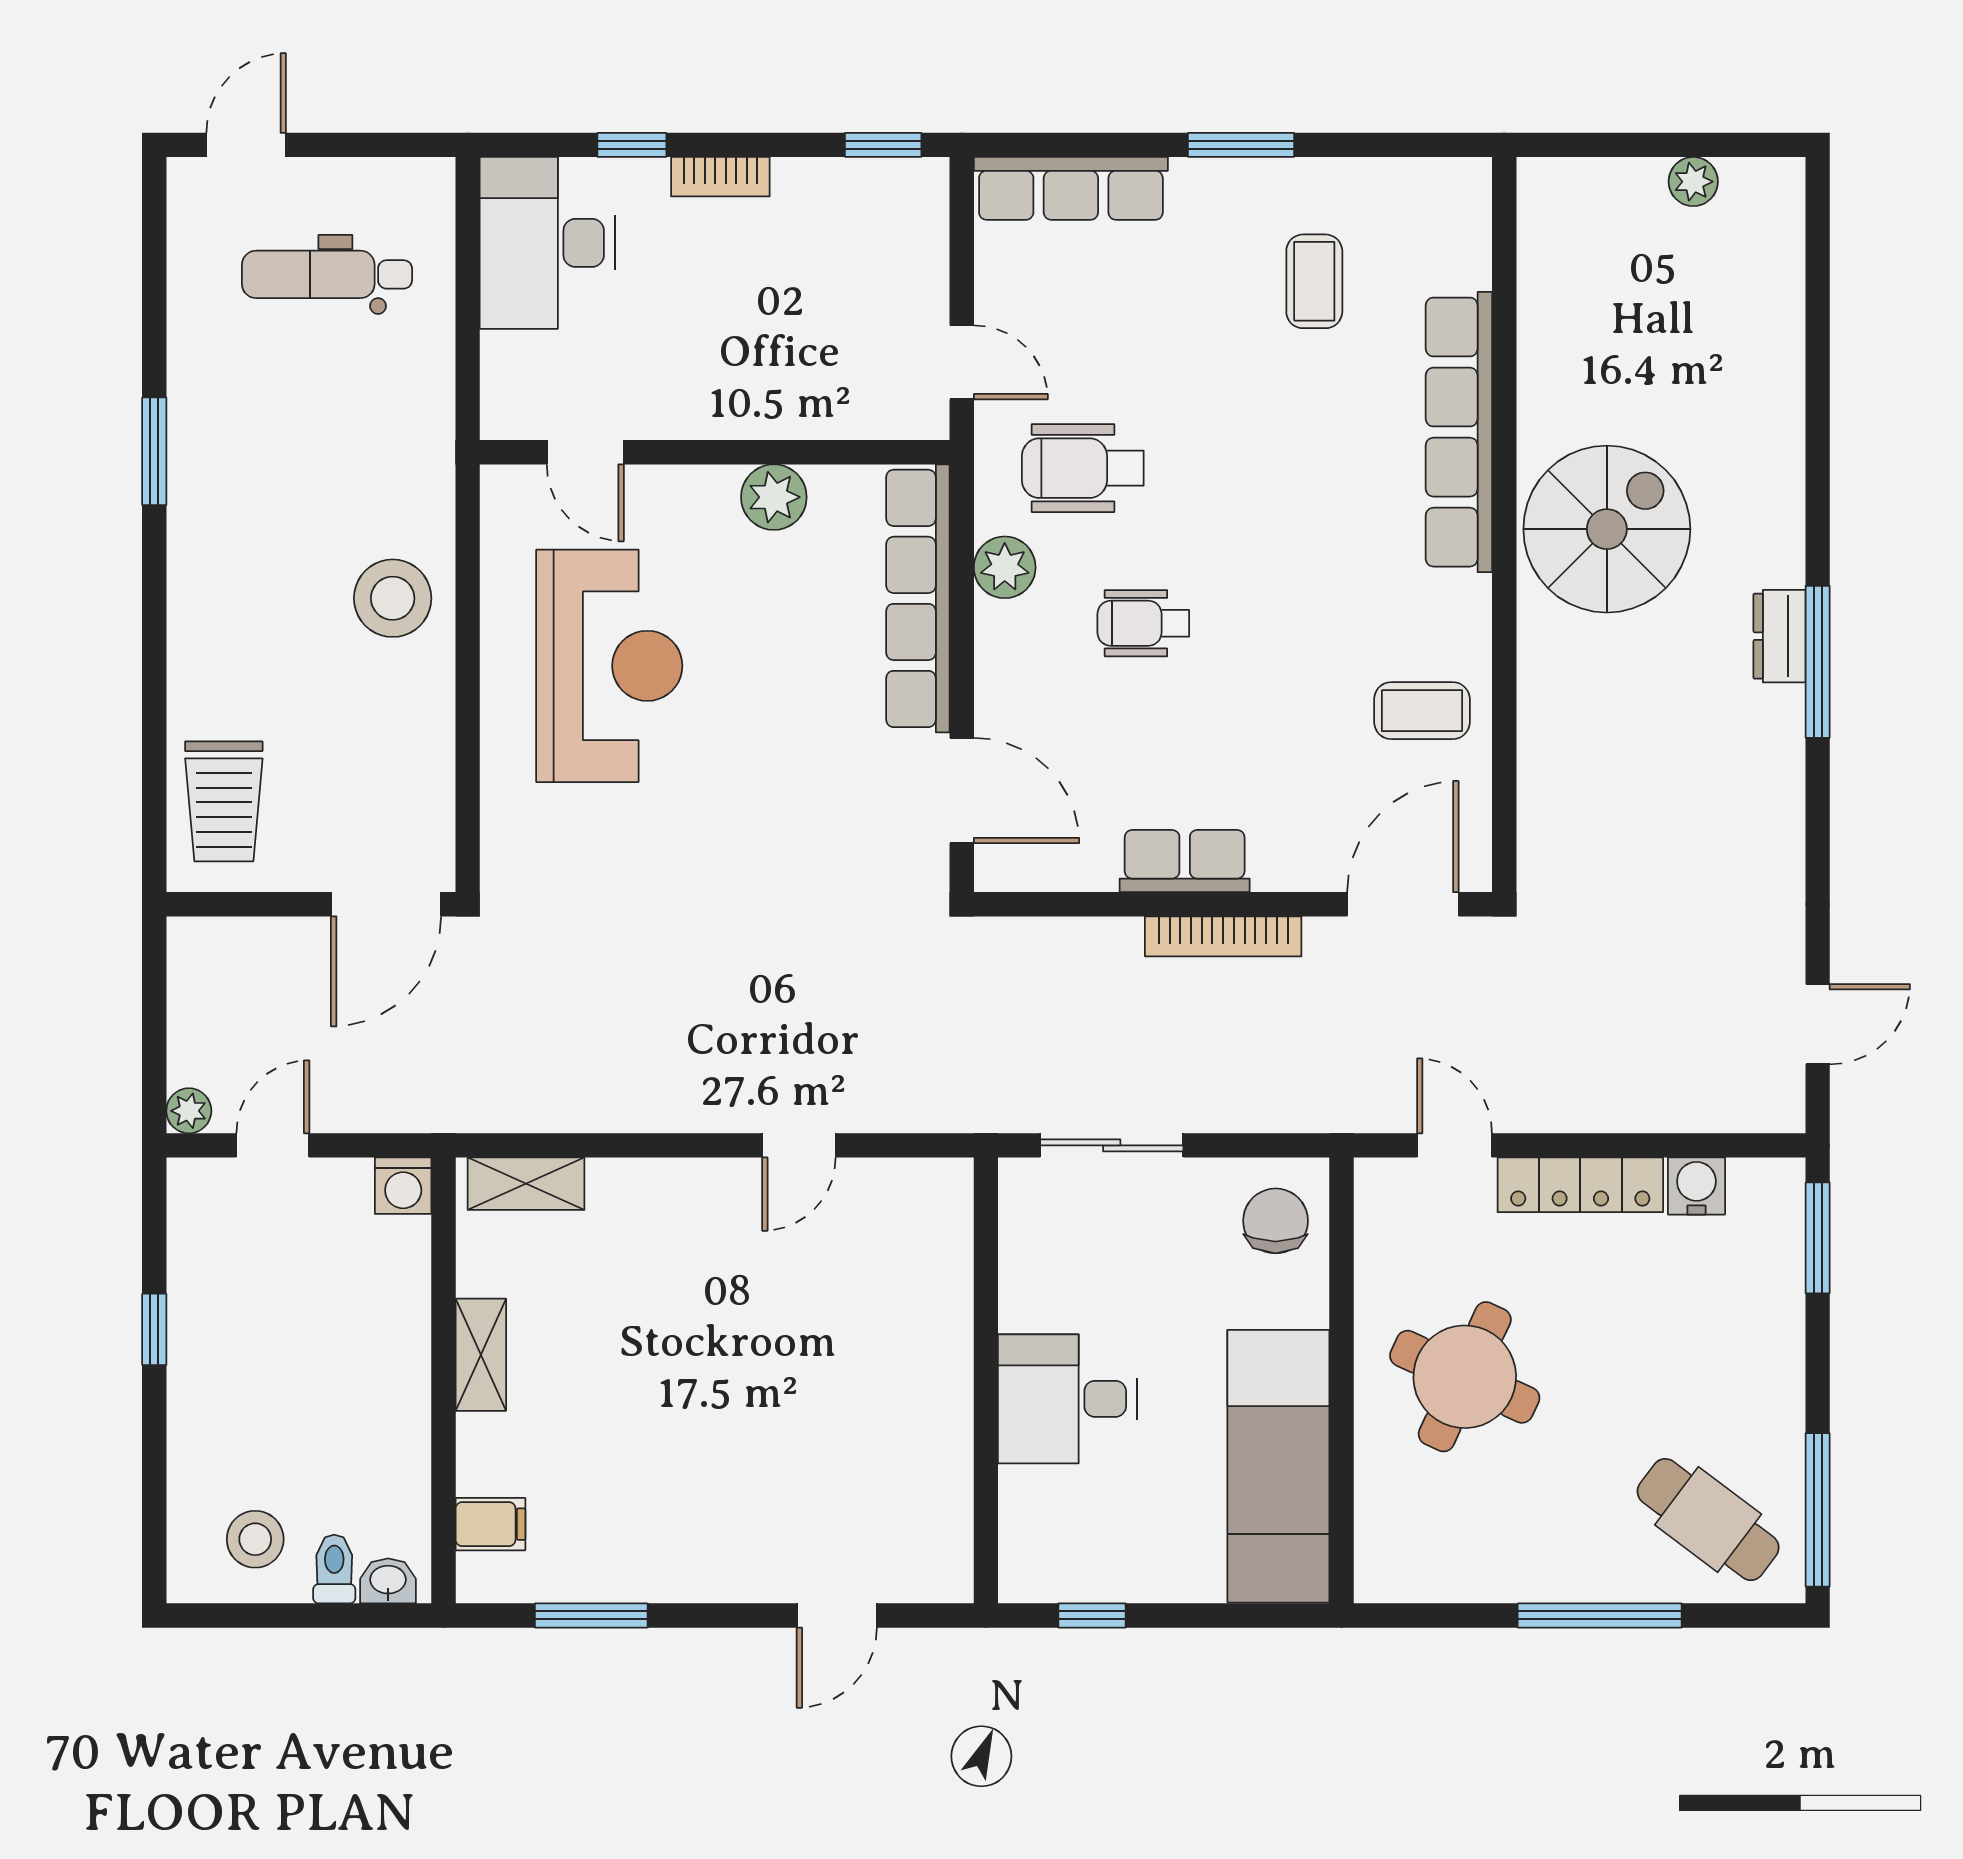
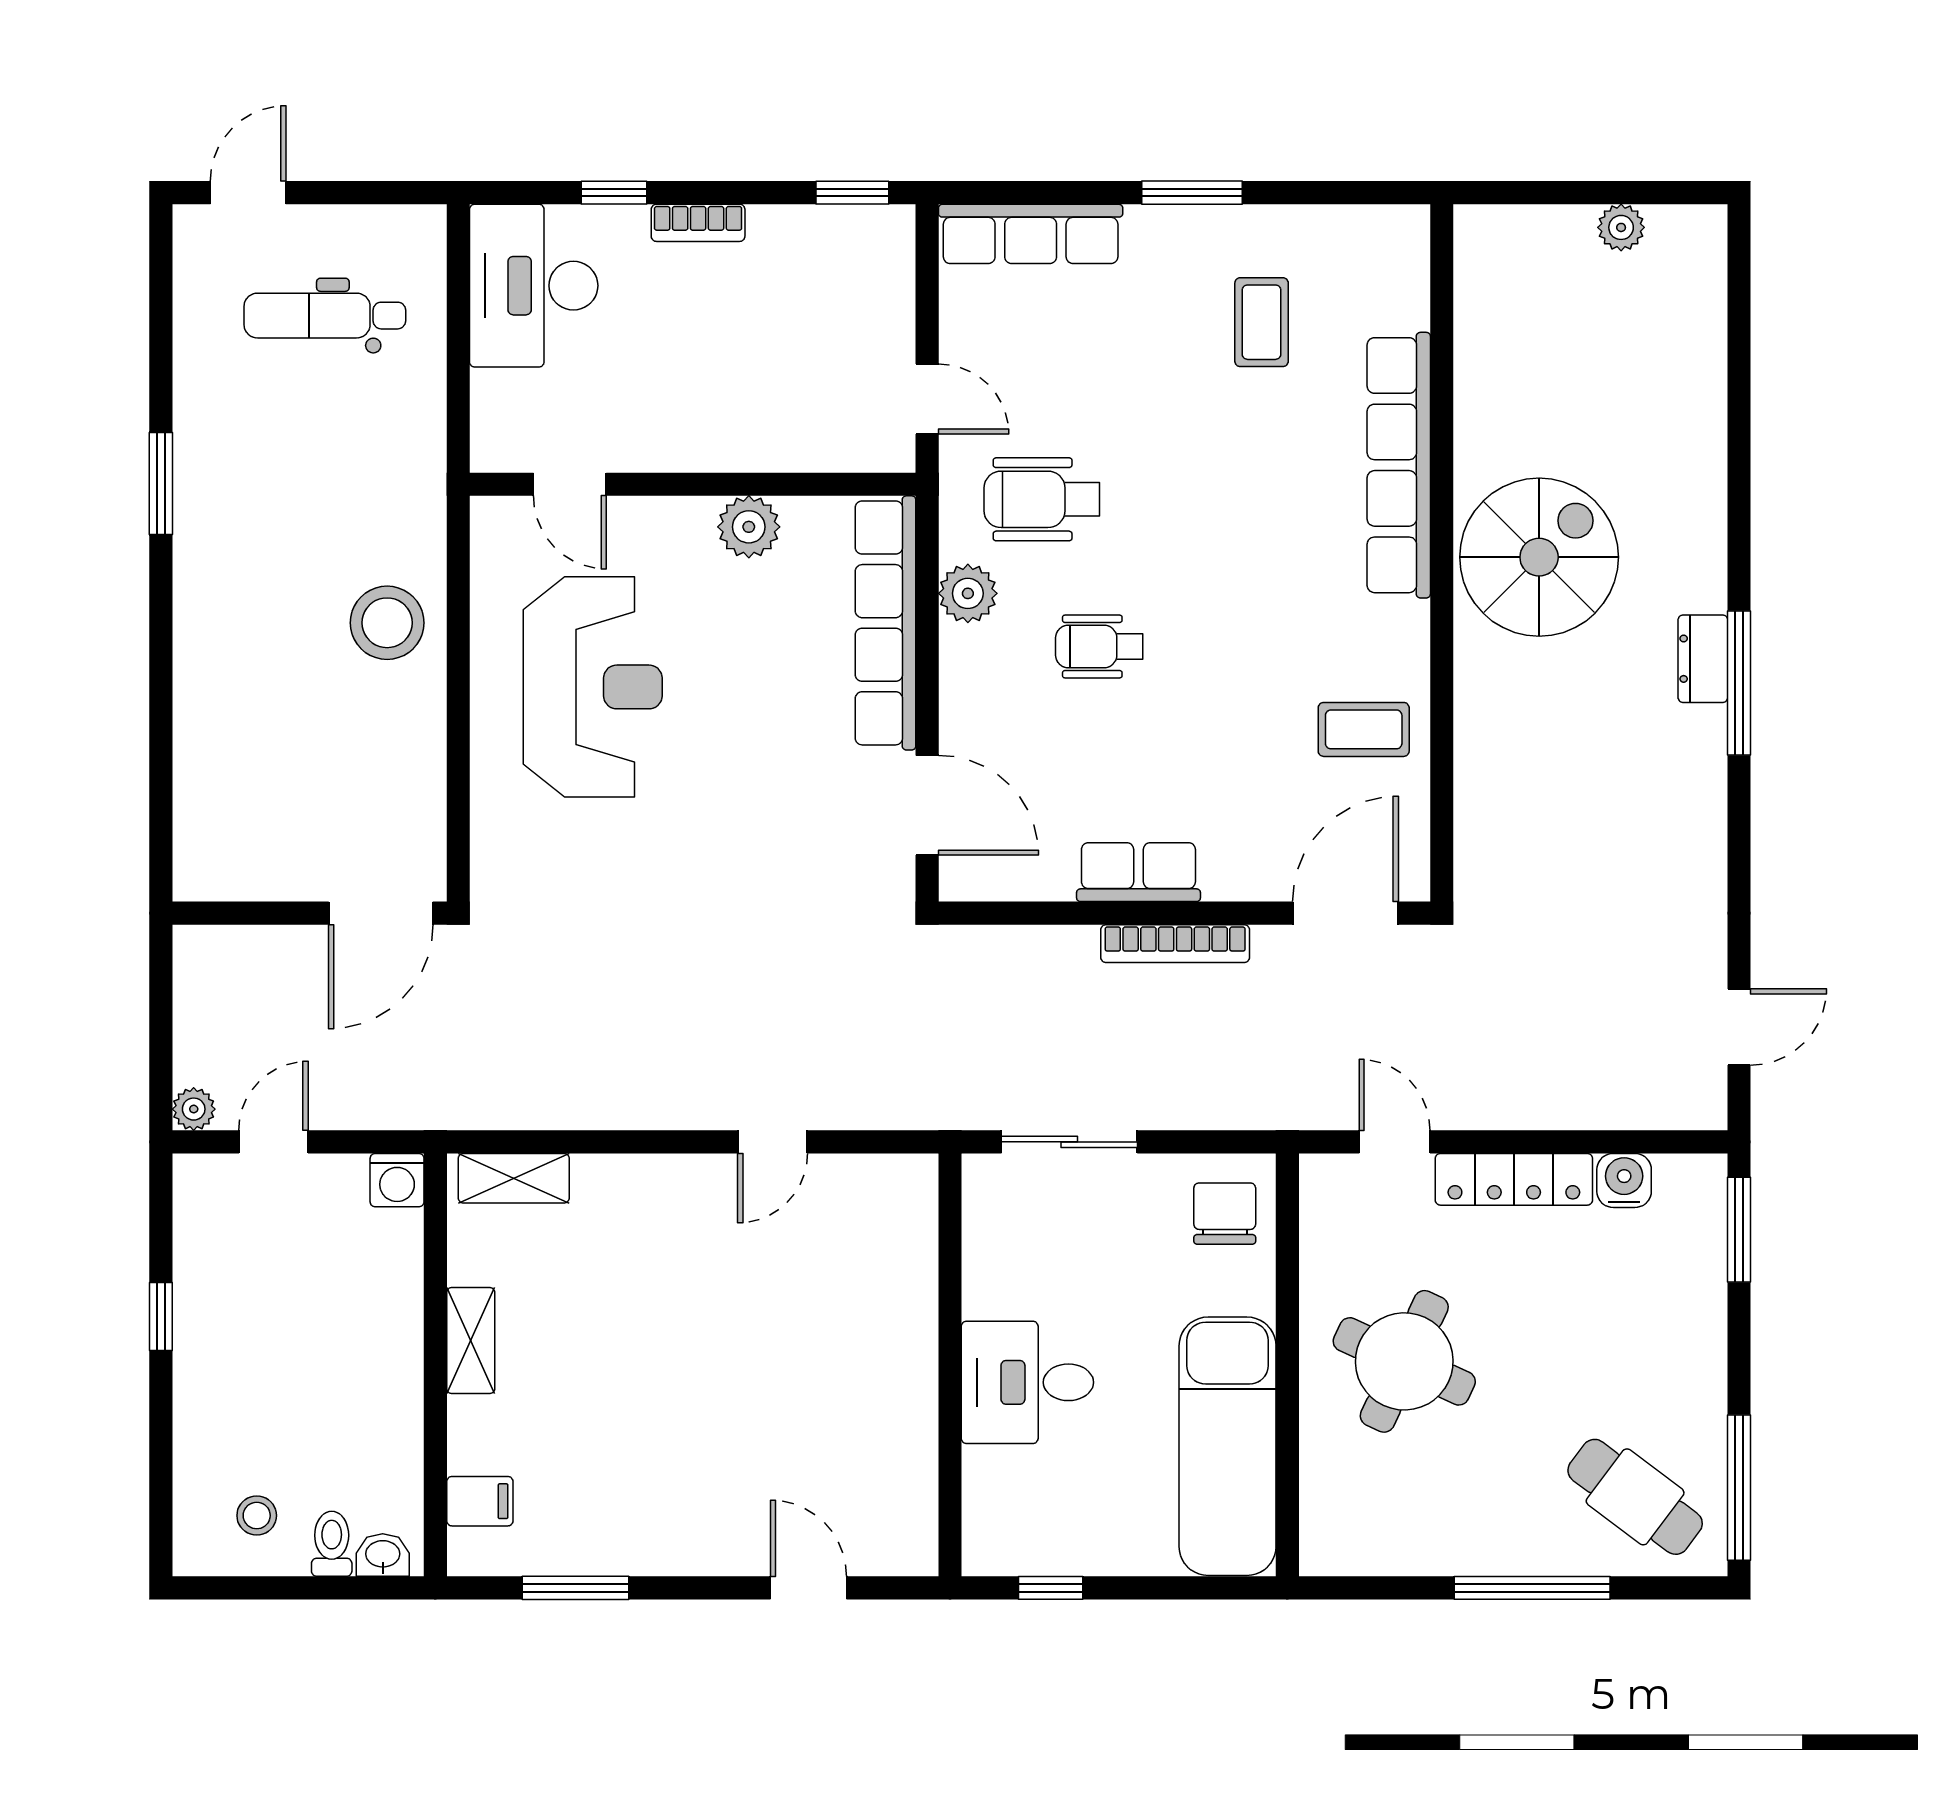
trolley: (224, 801) -> (227, 816), removed
stool: (255, 1539) -> (257, 1516), width x0.73, depth x0.73
door: (837, 1615) -> (808, 1588), swing flipped

